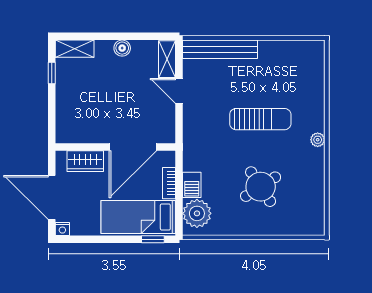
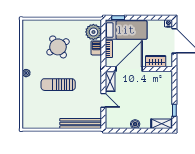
shelving: (167, 59) -> (110, 81), moved

